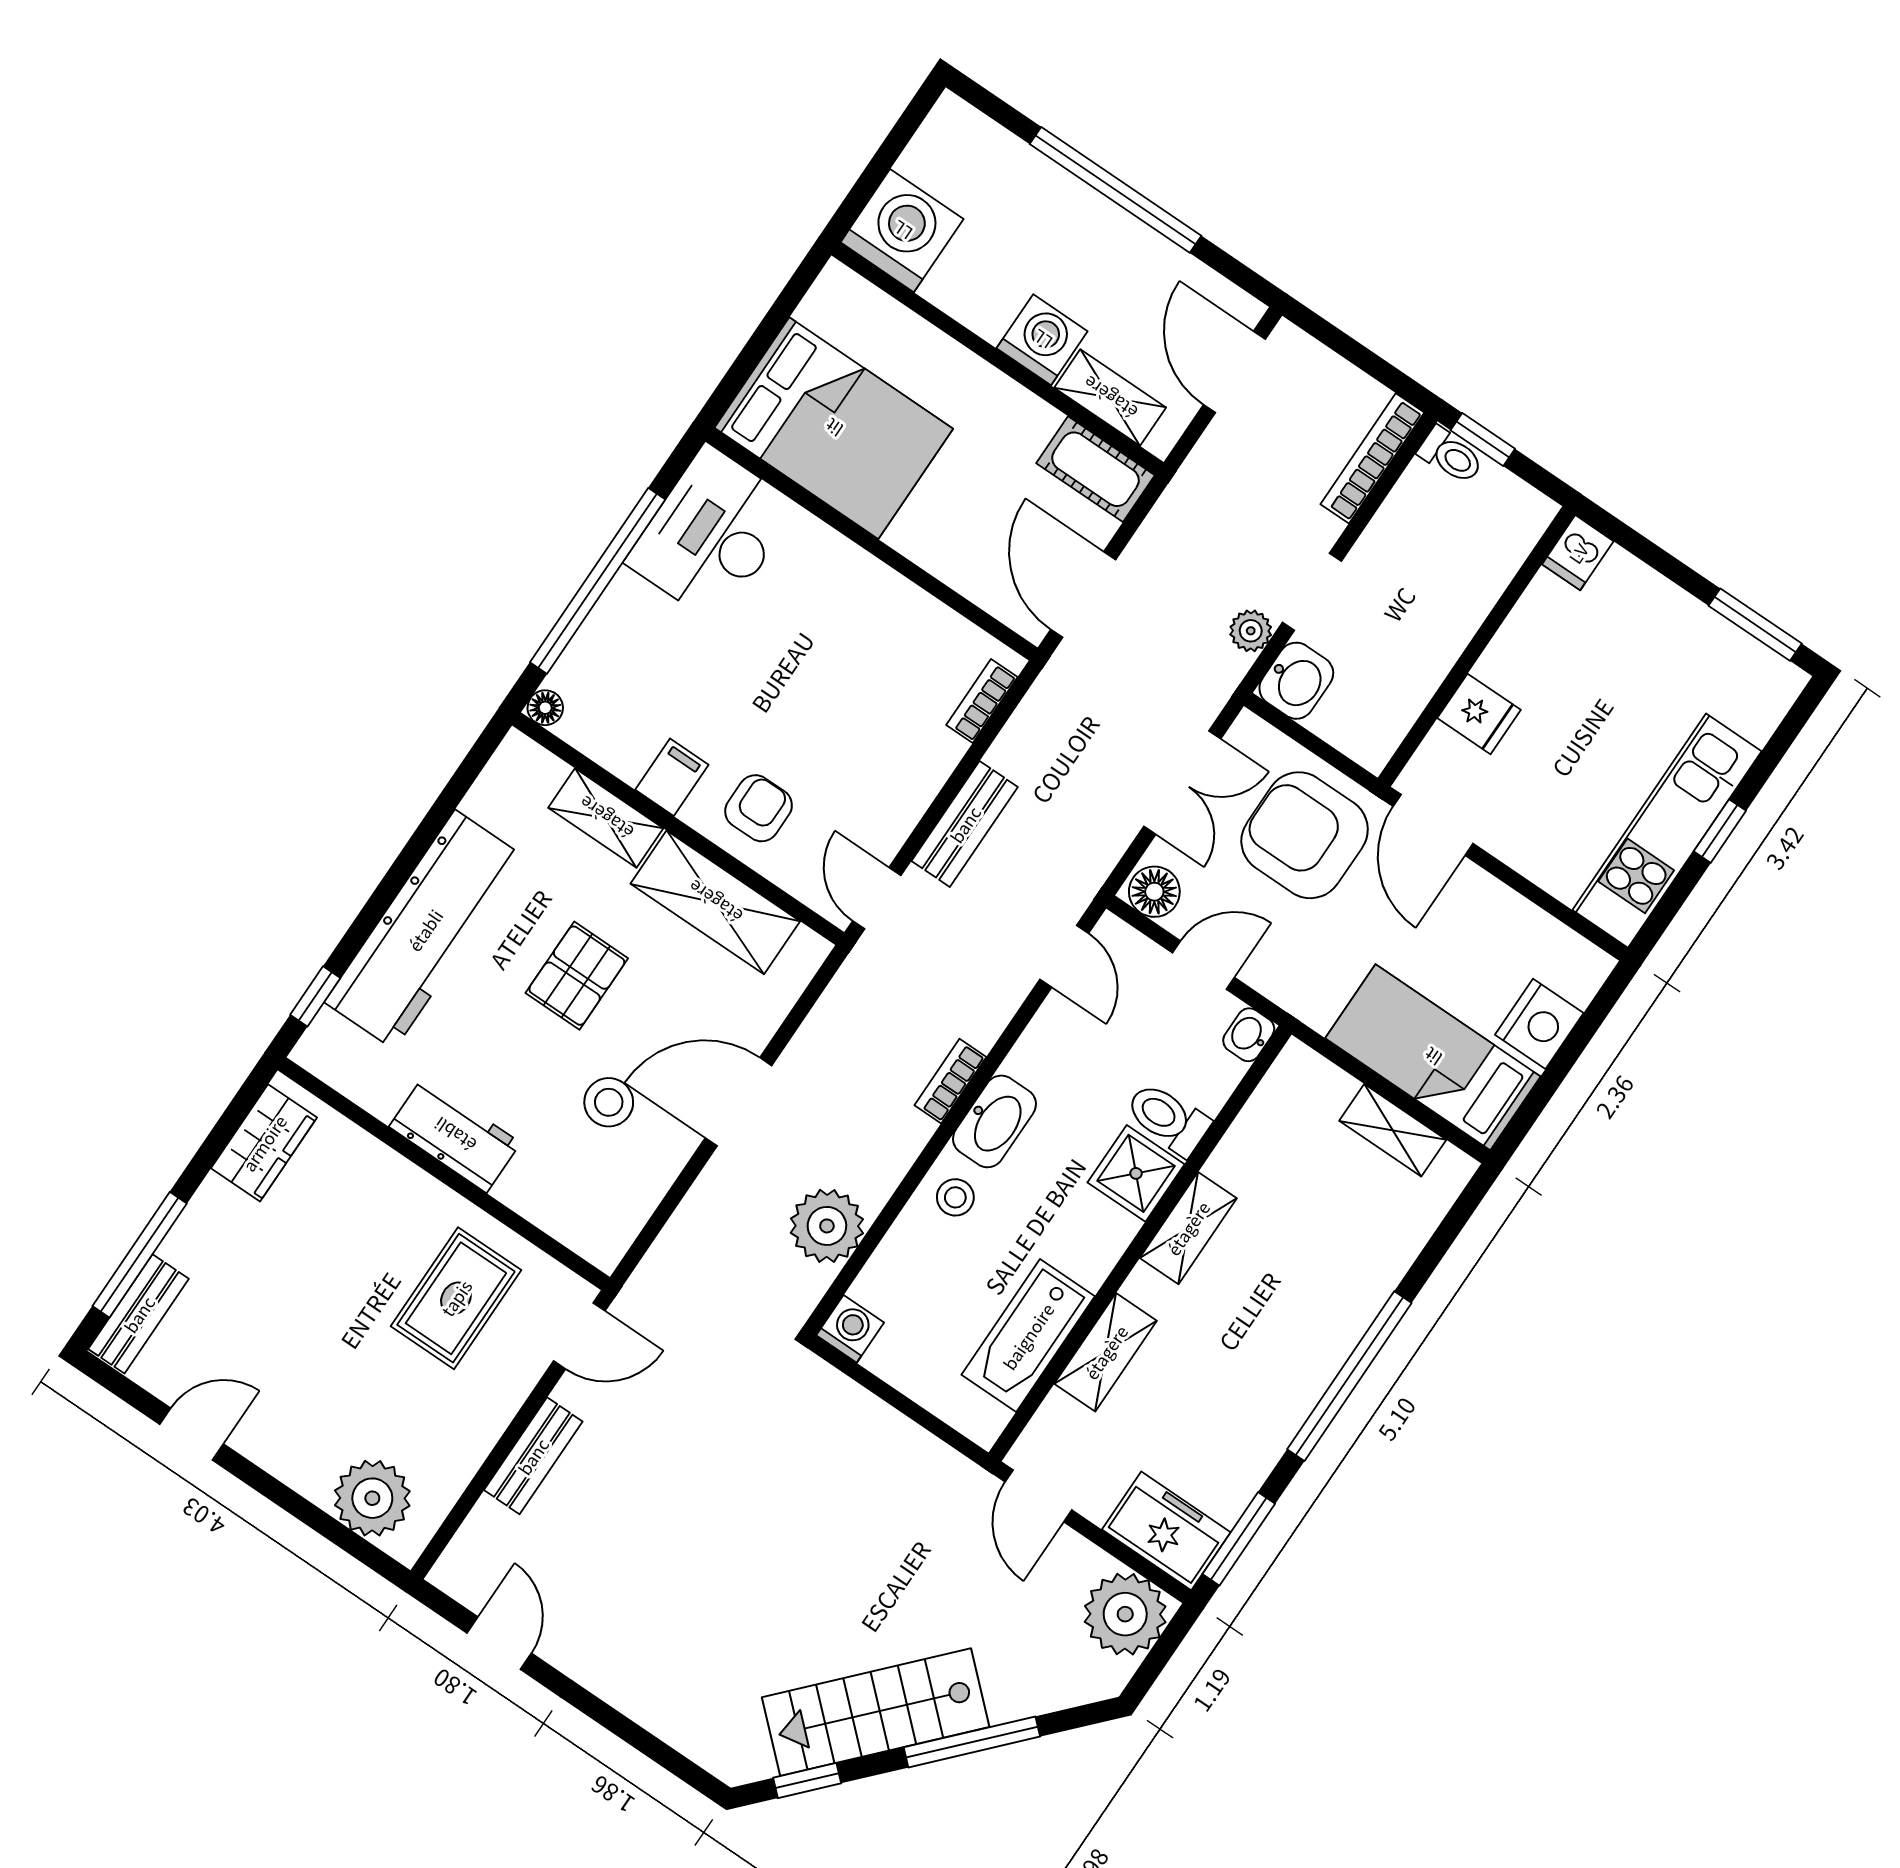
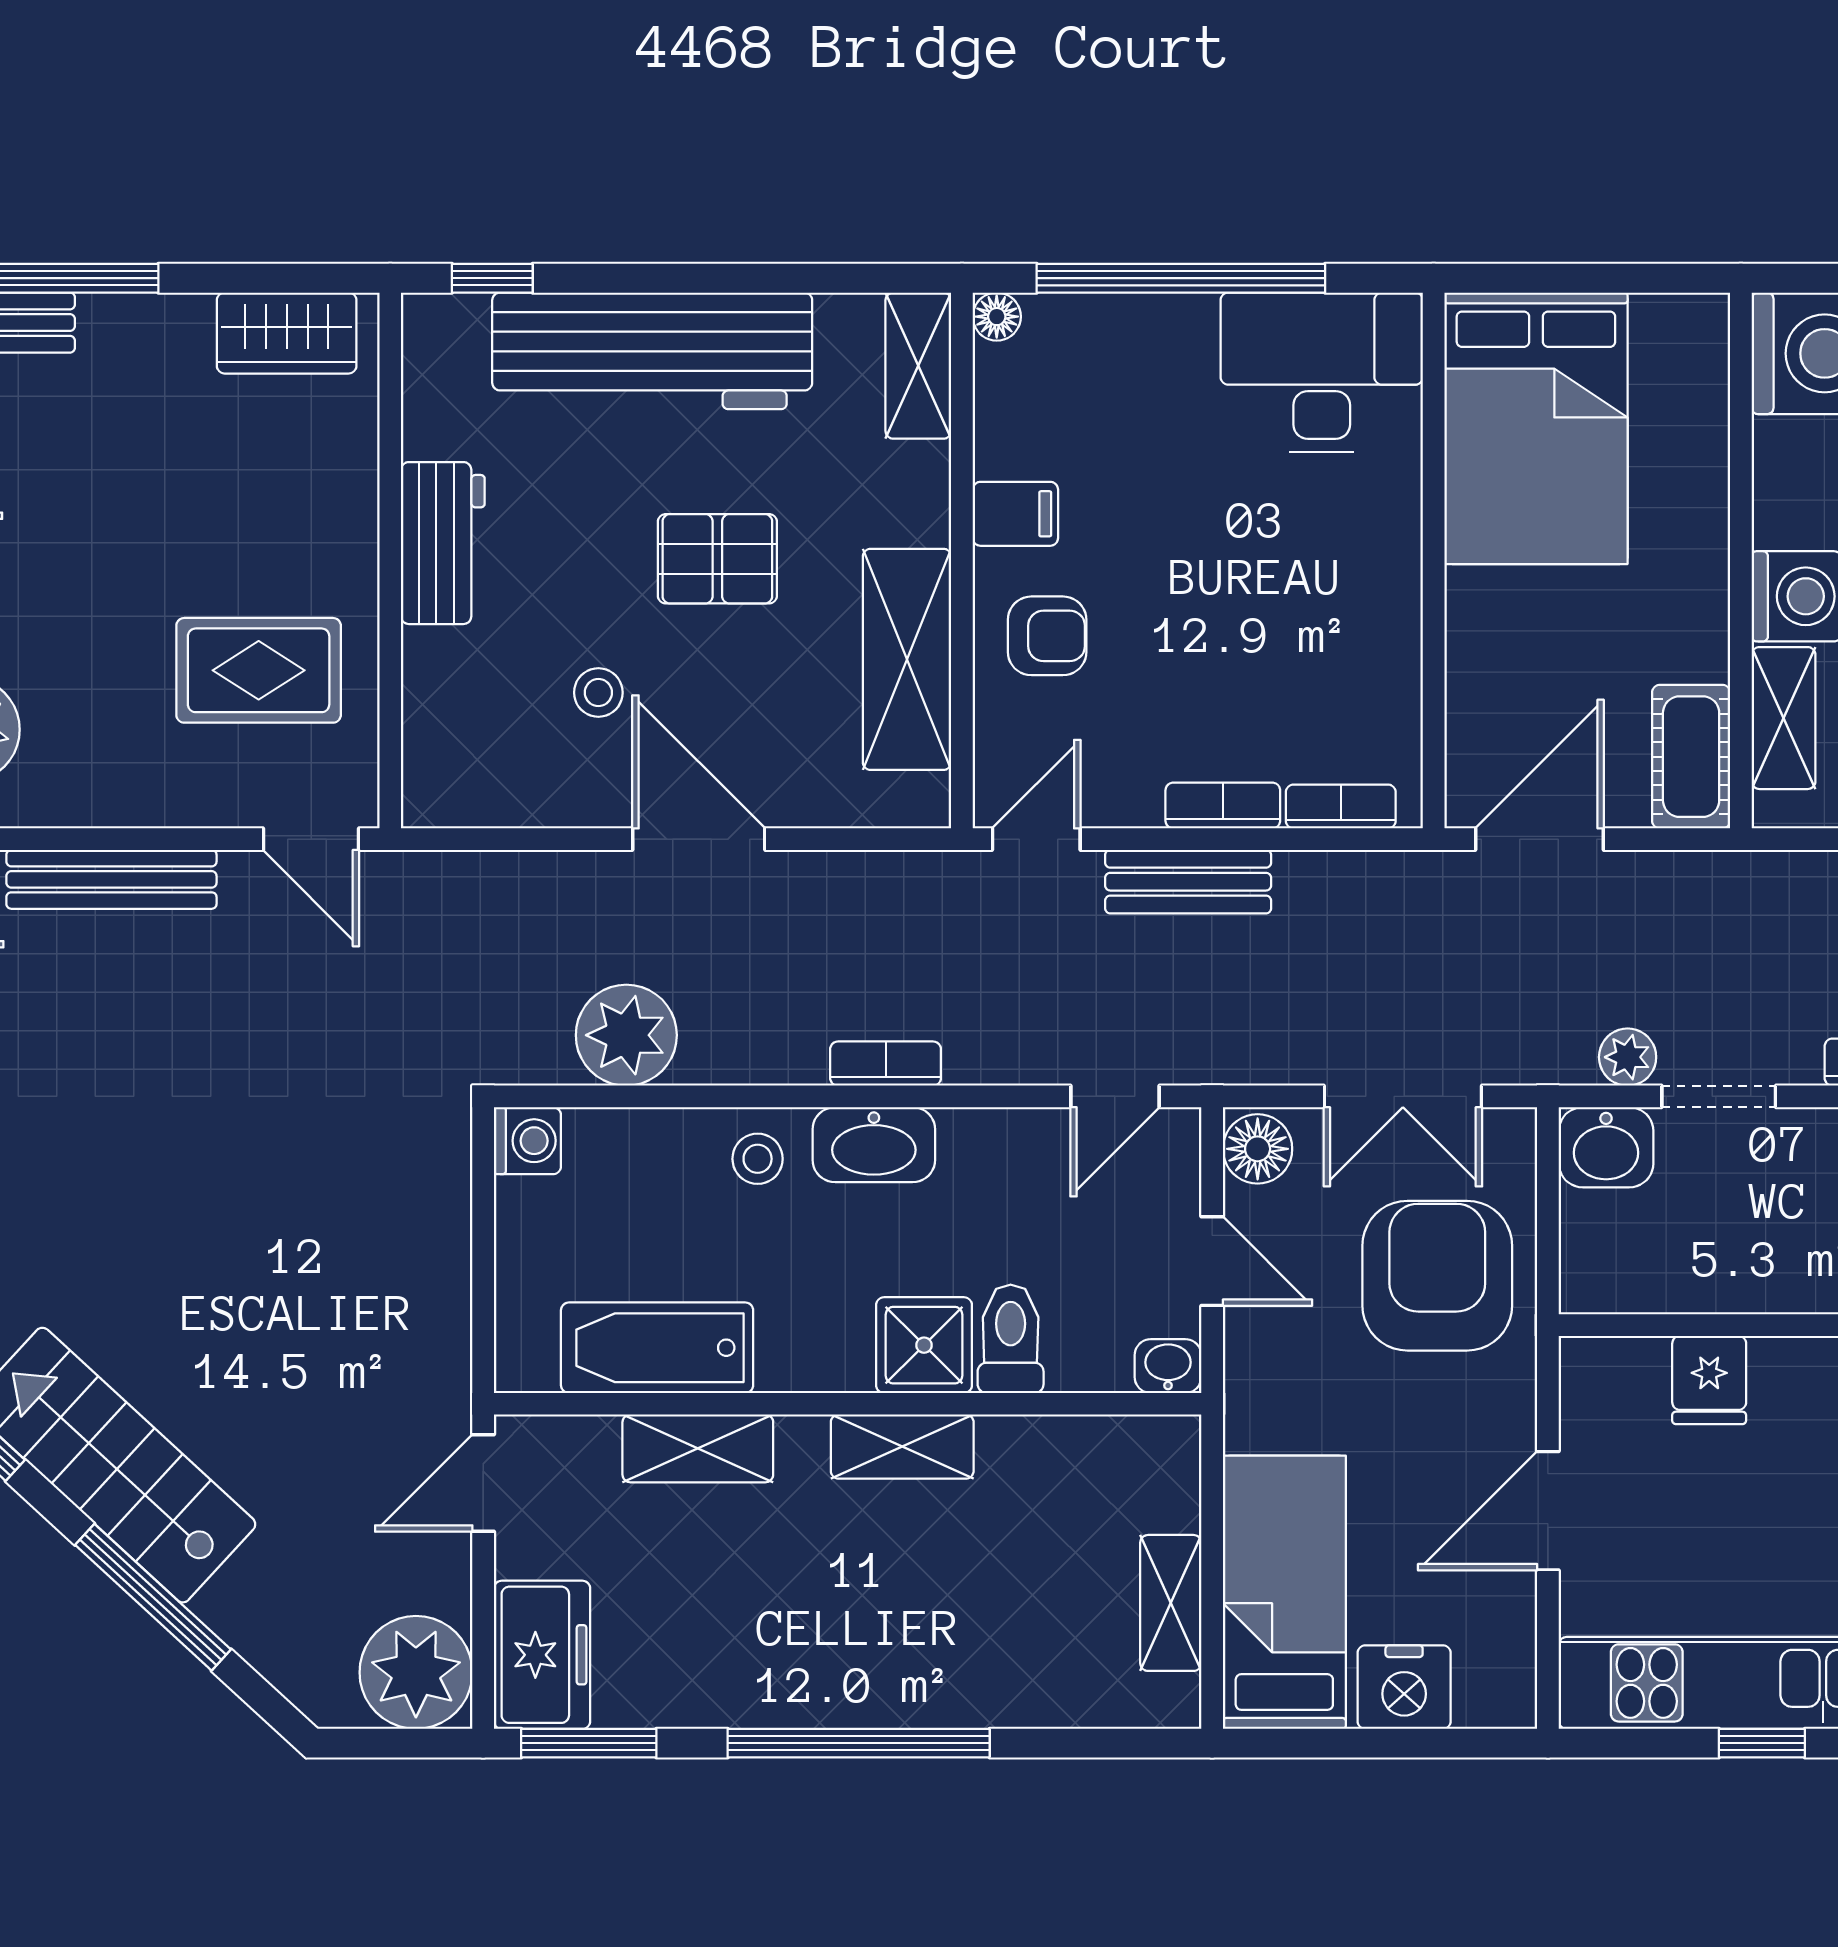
bookcase: (933, 772) -> (1223, 806), added
shelving: (606, 818) -> (918, 366), moved
door: (1433, 825) -> (1548, 1511), moved
stool: (609, 1102) -> (598, 693), width x0.73, depth x0.73
bench: (533, 1456) -> (111, 879), width x1.36

